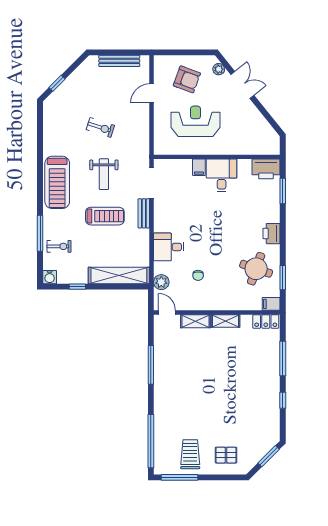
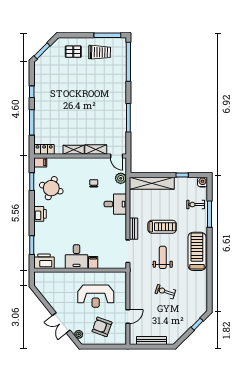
treadmill: (105, 216) -> (162, 227), turned 180
trolley: (190, 454) -> (100, 52), turned -89

